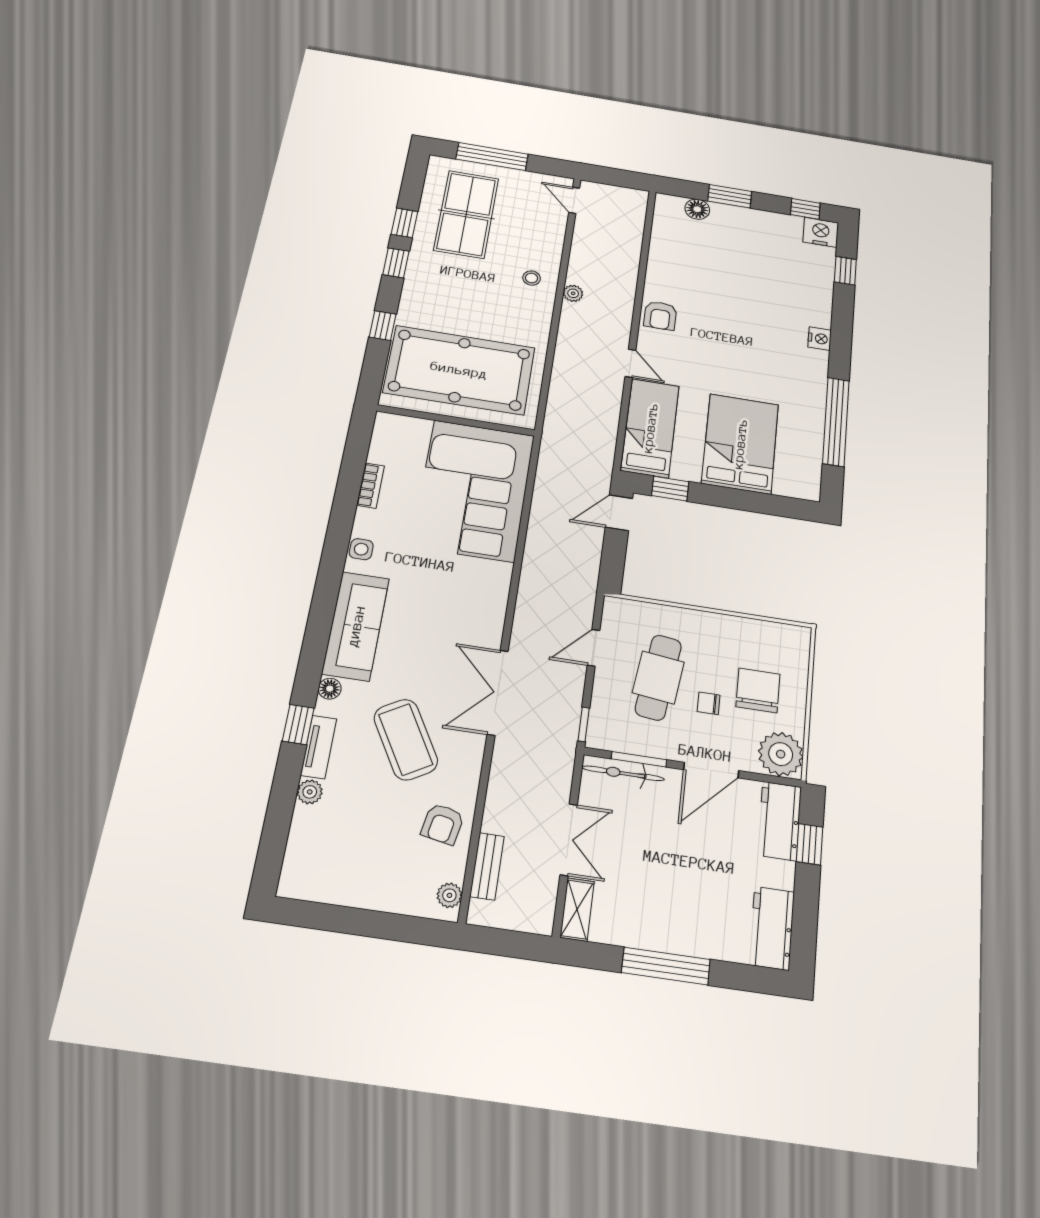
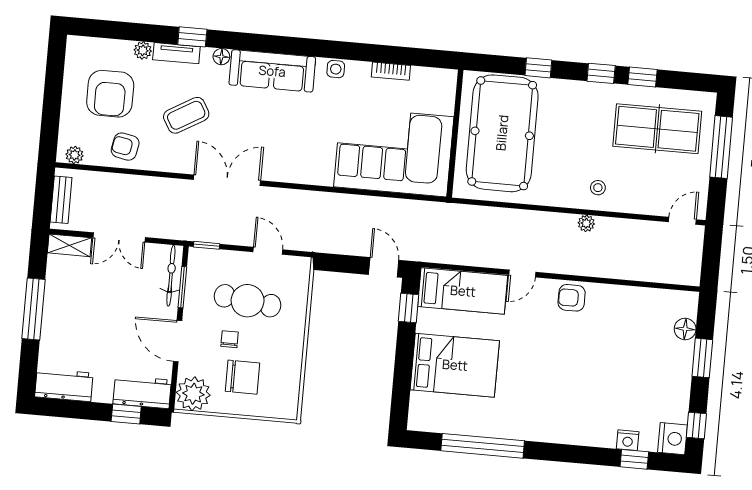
nightstand: (820, 339) -> (628, 440), moved
coffee table: (406, 739) -> (186, 115), width x0.73, depth x0.76
armchair: (366, 840) -> (110, 94), added
bench: (487, 866) -> (61, 200), moved, turned 90

